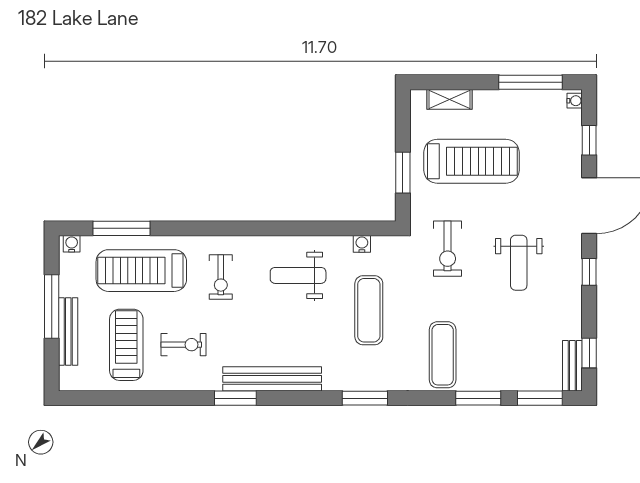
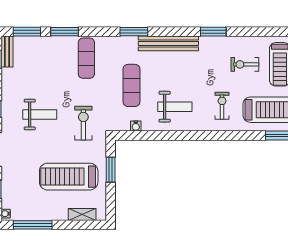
weight bench: (519, 263) -> (40, 115), turned 90
bench: (272, 379) -> (168, 43), moved

